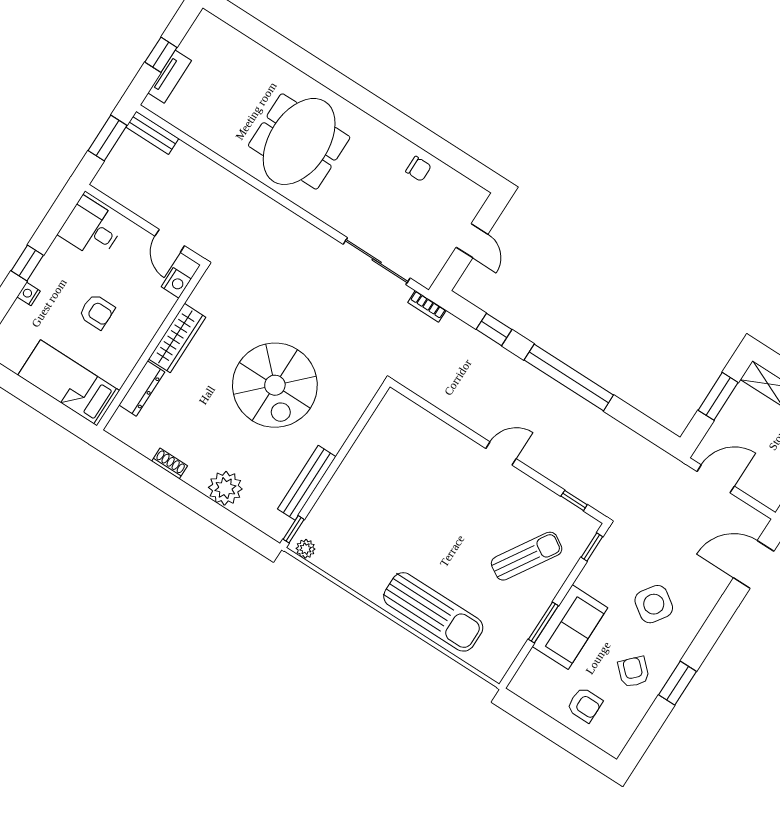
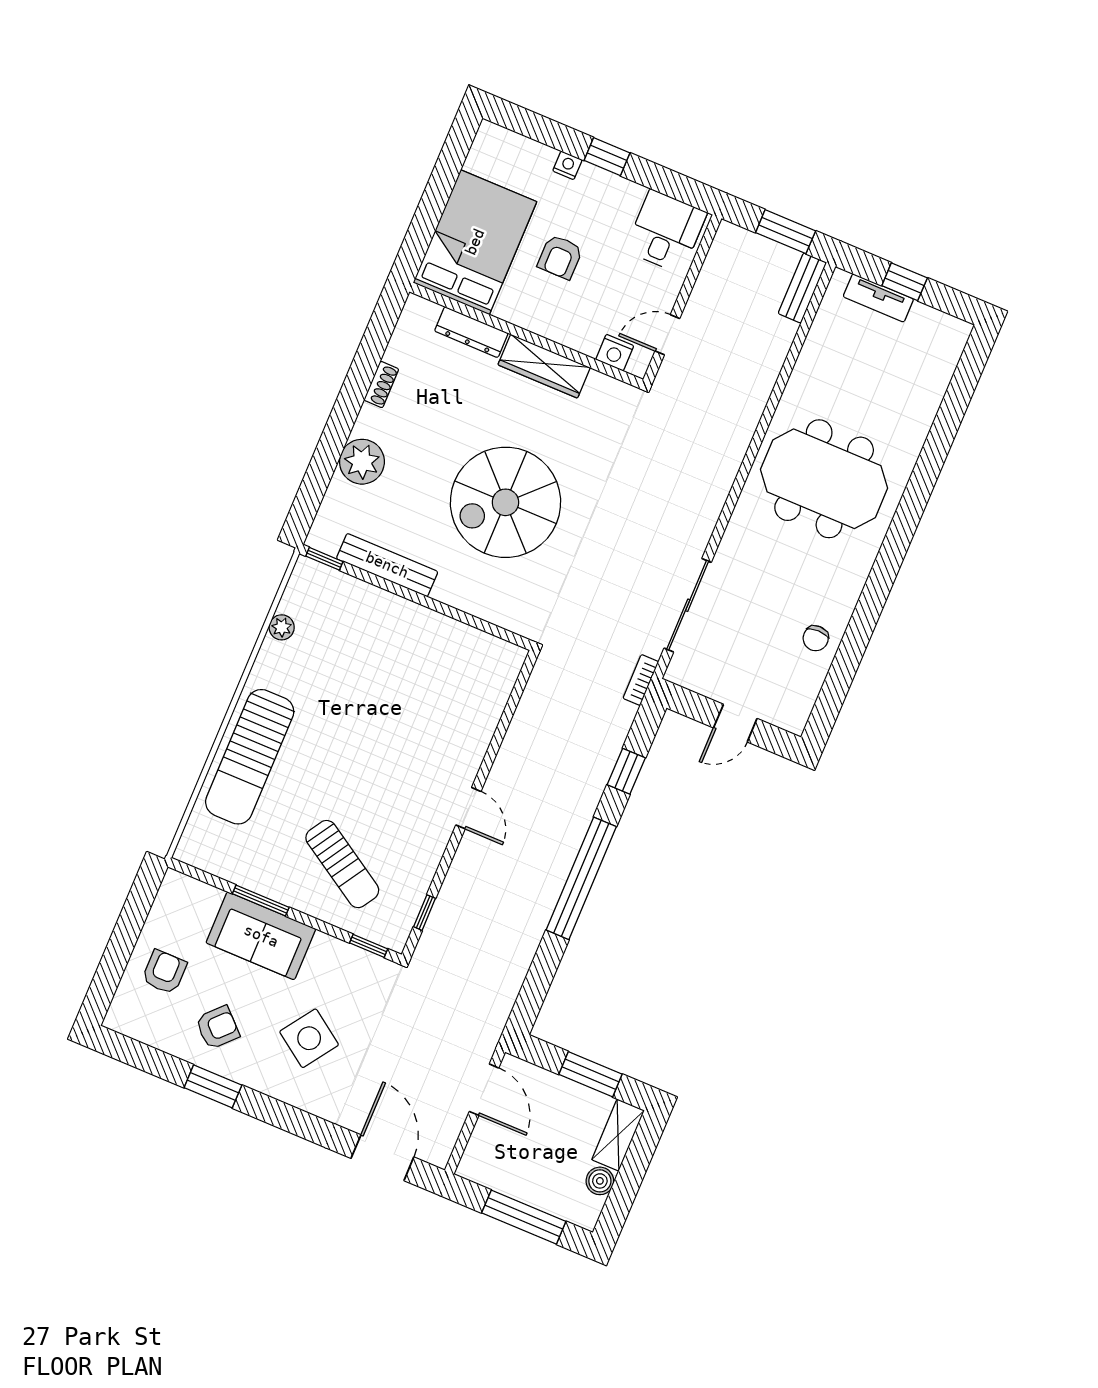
bed: (69, 383) -> (475, 242), width x1.50
plant: (306, 549) -> (282, 627), moved
armchair: (585, 705) -> (164, 972), turned 180

